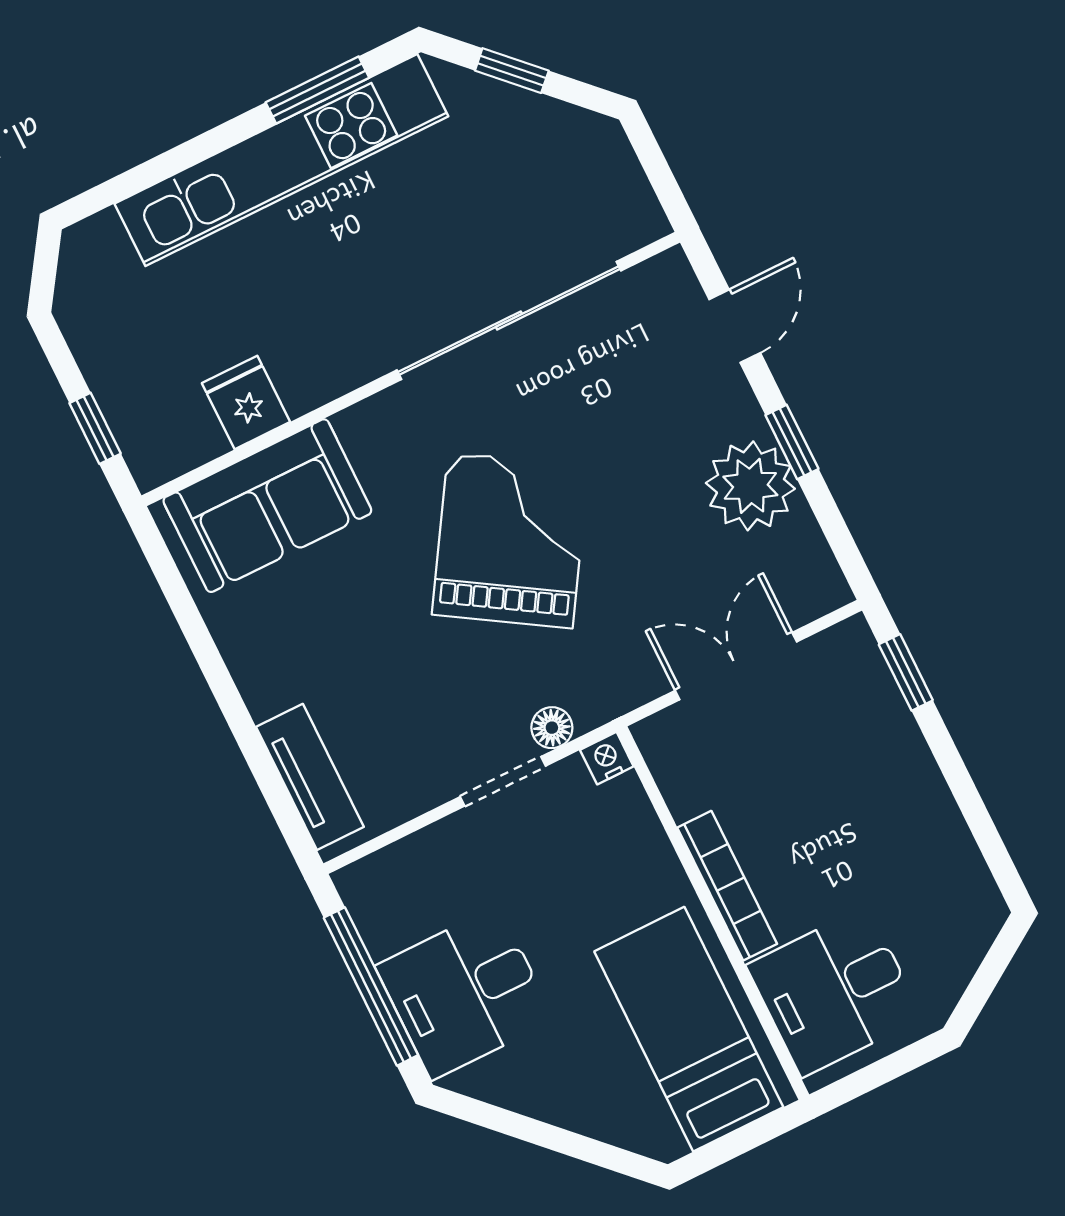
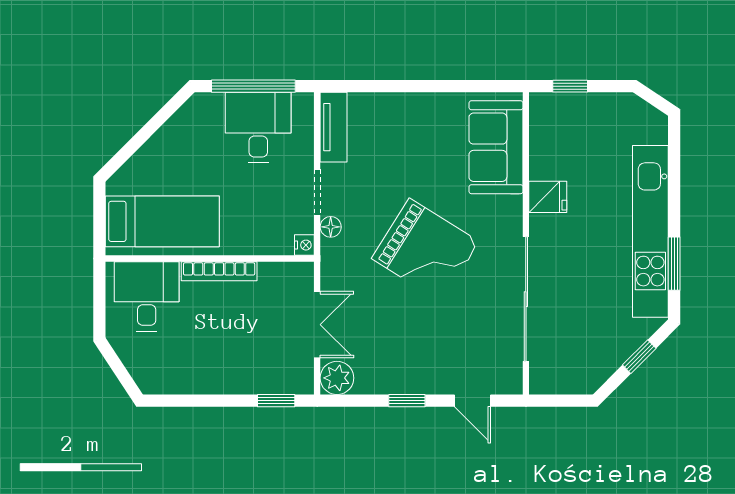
fridge: (246, 403) -> (548, 197), moved
plant: (750, 486) -> (337, 378), moved, width x0.73, depth x0.73
tv unit: (310, 777) -> (334, 127), moved, turned -90
desk: (465, 993) -> (258, 127), moved

